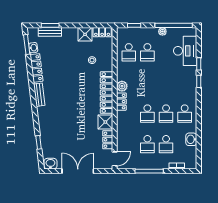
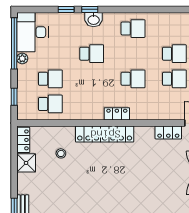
desk: (185, 51) -> (32, 32), moved, turned -90
plant: (122, 86) -> (96, 113), removed
school desk: (166, 114) -> (92, 54), moved
shower: (105, 122) -> (144, 135), removed
washbasin: (191, 139) -> (94, 20), moved

